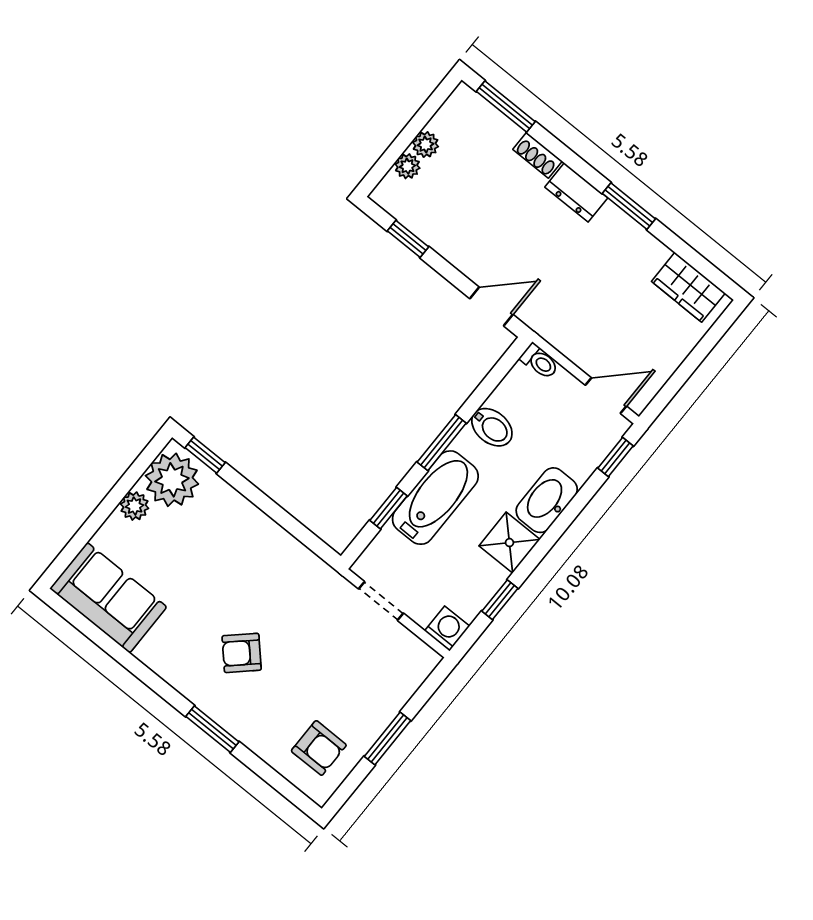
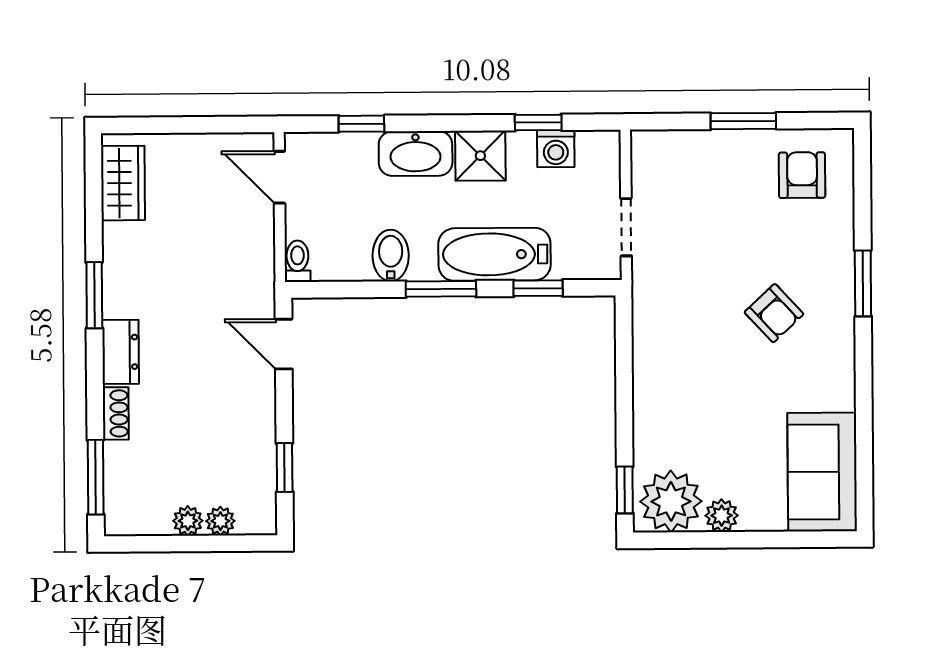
window: (616, 457) -> (361, 124), moved
washing machine: (447, 628) -> (556, 149), moved, turned -90

